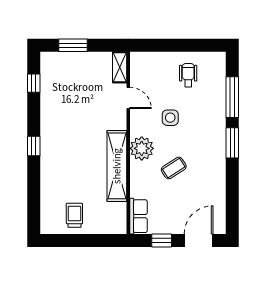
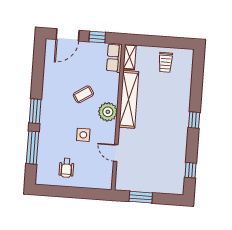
window: (73, 45) -> (141, 197), moved
shelving: (120, 67) -> (130, 57), moved

